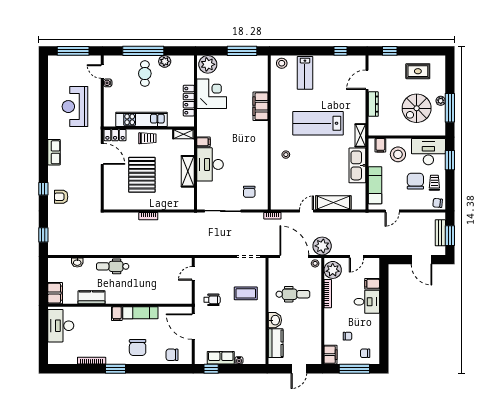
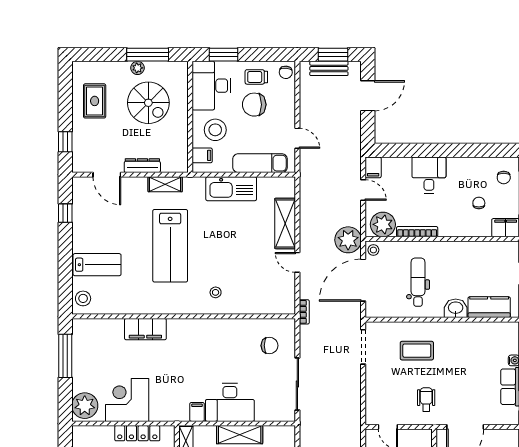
shelving: (360, 135) -> (165, 184), moved
filing cabinet: (372, 284) -> (373, 167), moved
coffee table: (246, 293) -> (417, 351), turned 90

